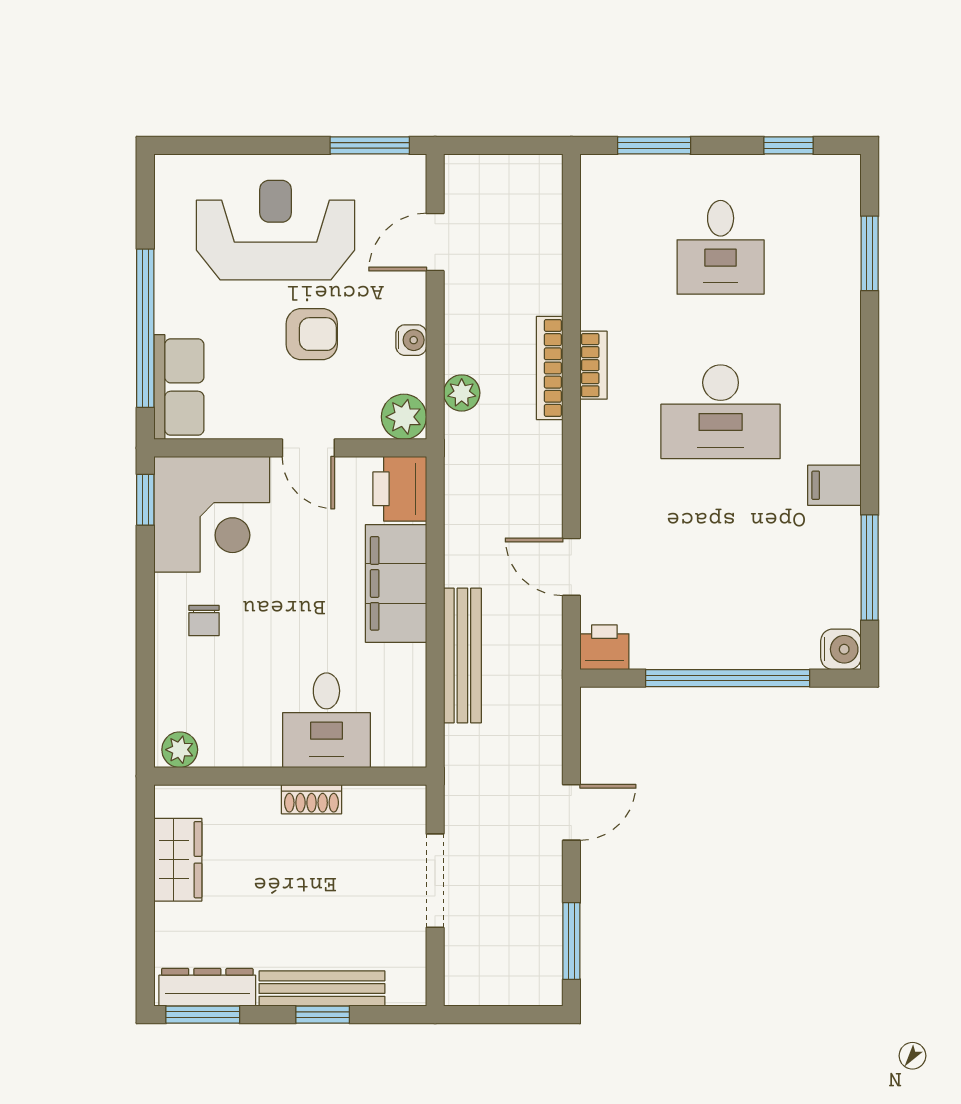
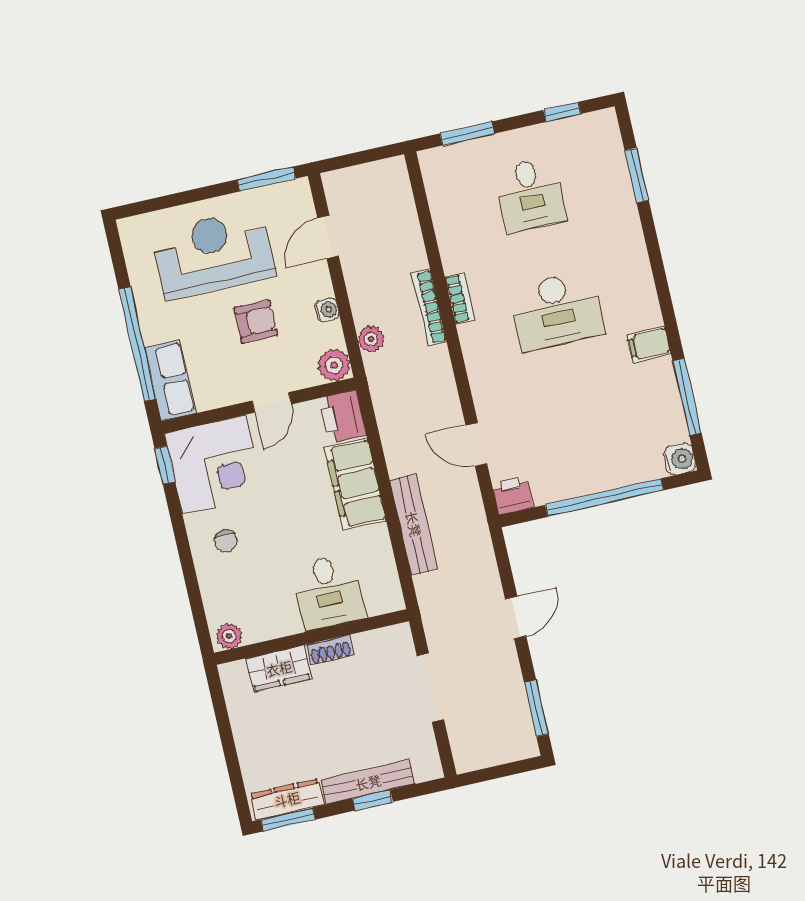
door: (308, 448) -> (272, 402), hinge flipped
wardrobe: (178, 860) -> (279, 668), moved, turned 90

